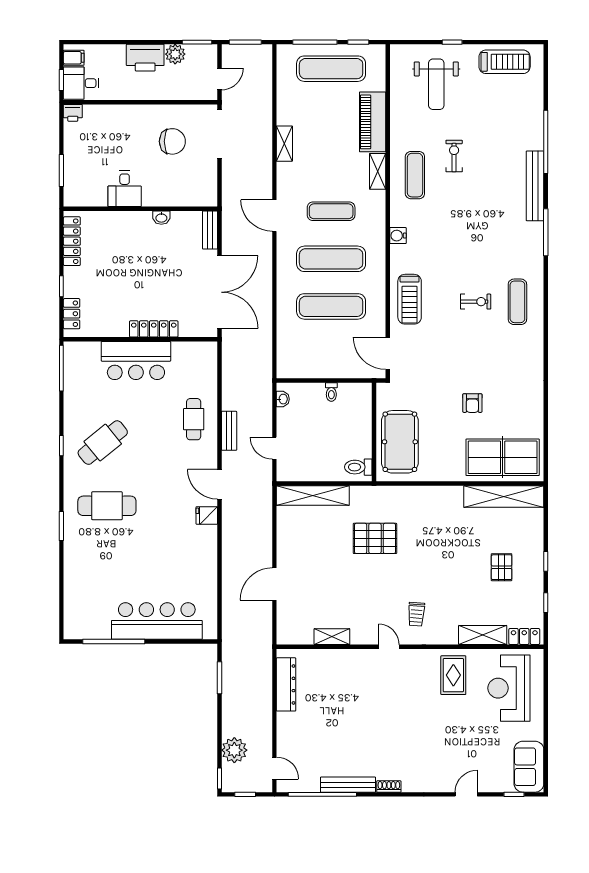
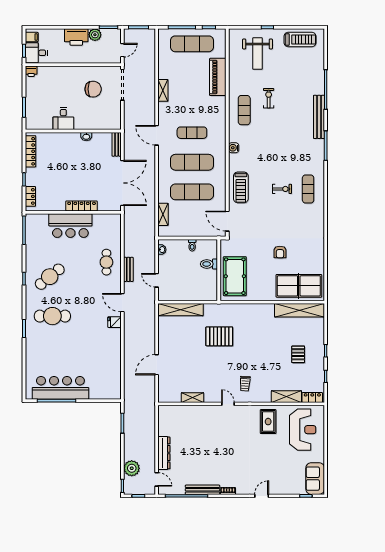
shelving: (378, 171) -> (163, 214), moved
toilet: (358, 467) -> (209, 264), moved
bar counter: (157, 621) -> (60, 388), moved
dresser: (286, 684) -> (164, 453), moved
reception desk: (509, 688) -> (303, 430), turned 180
door: (466, 794) -> (262, 496), moved

